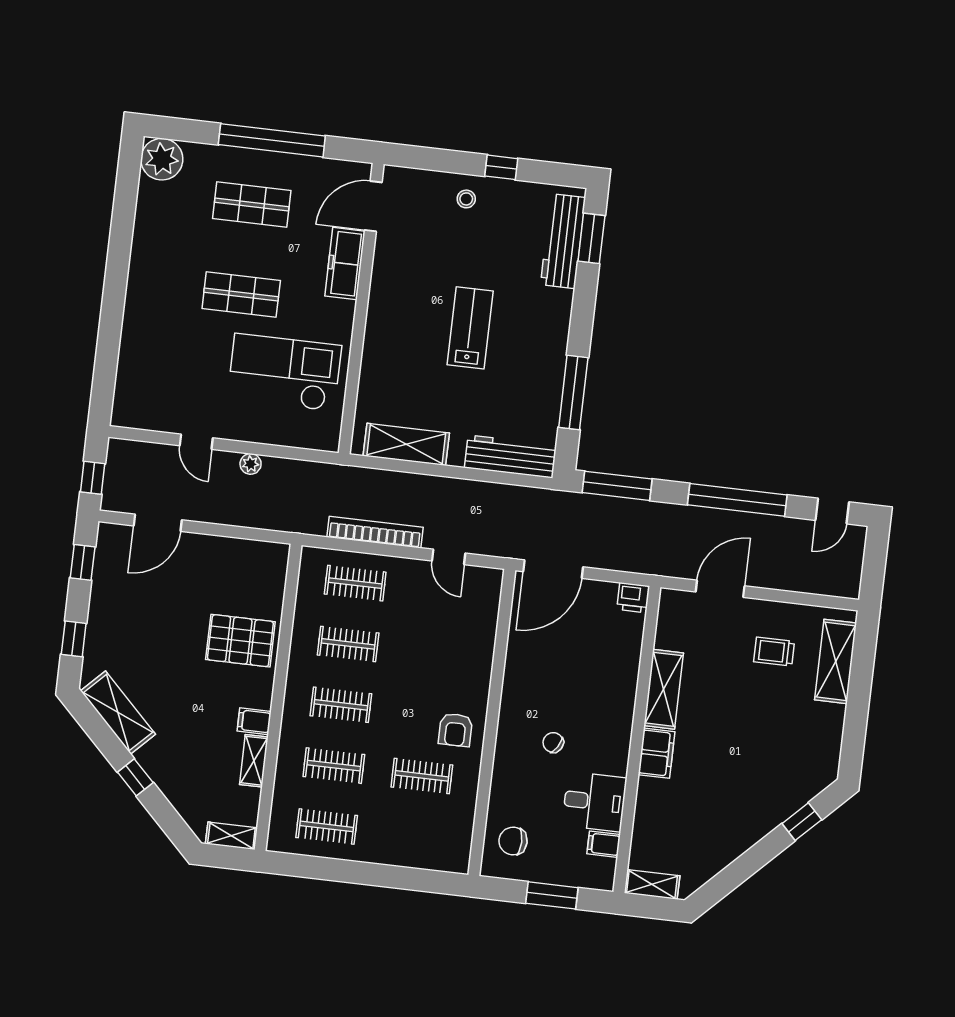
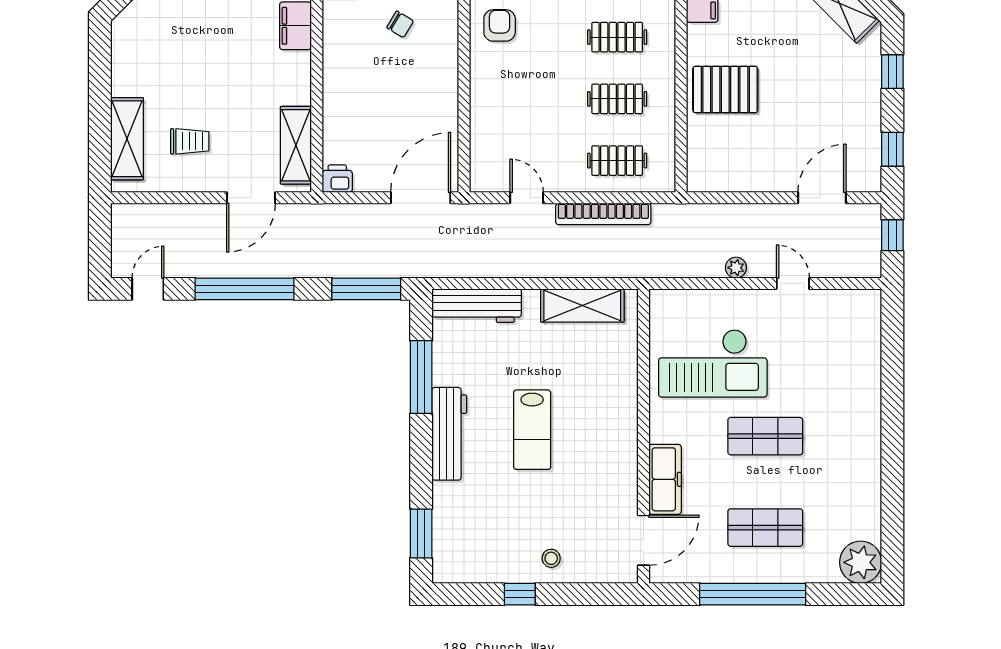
workbench: (563, 241) -> (449, 434), moved
shelving: (664, 689) -> (296, 145), moved

